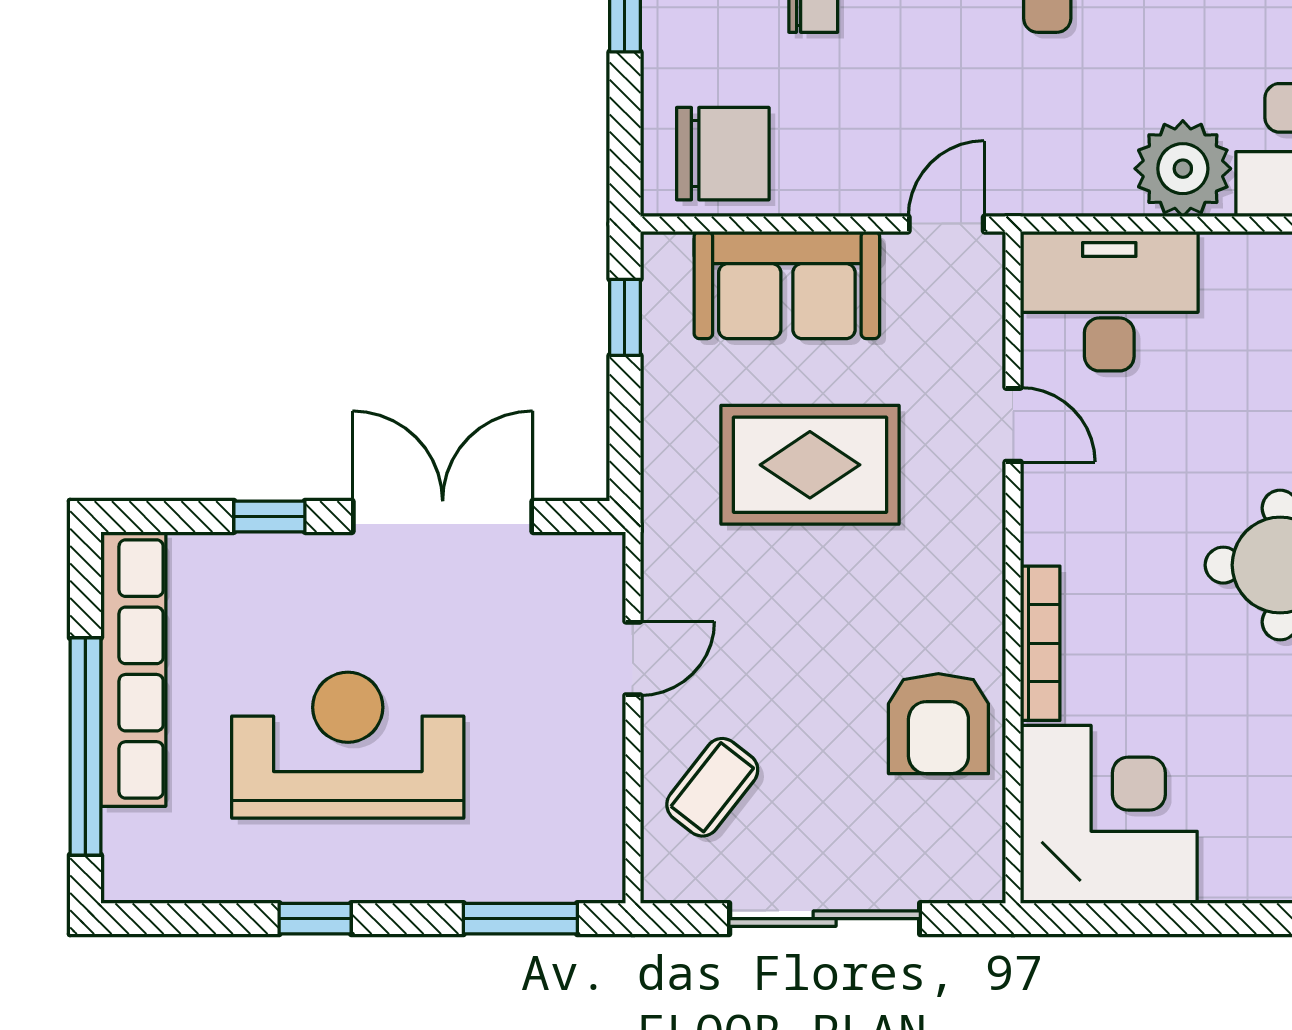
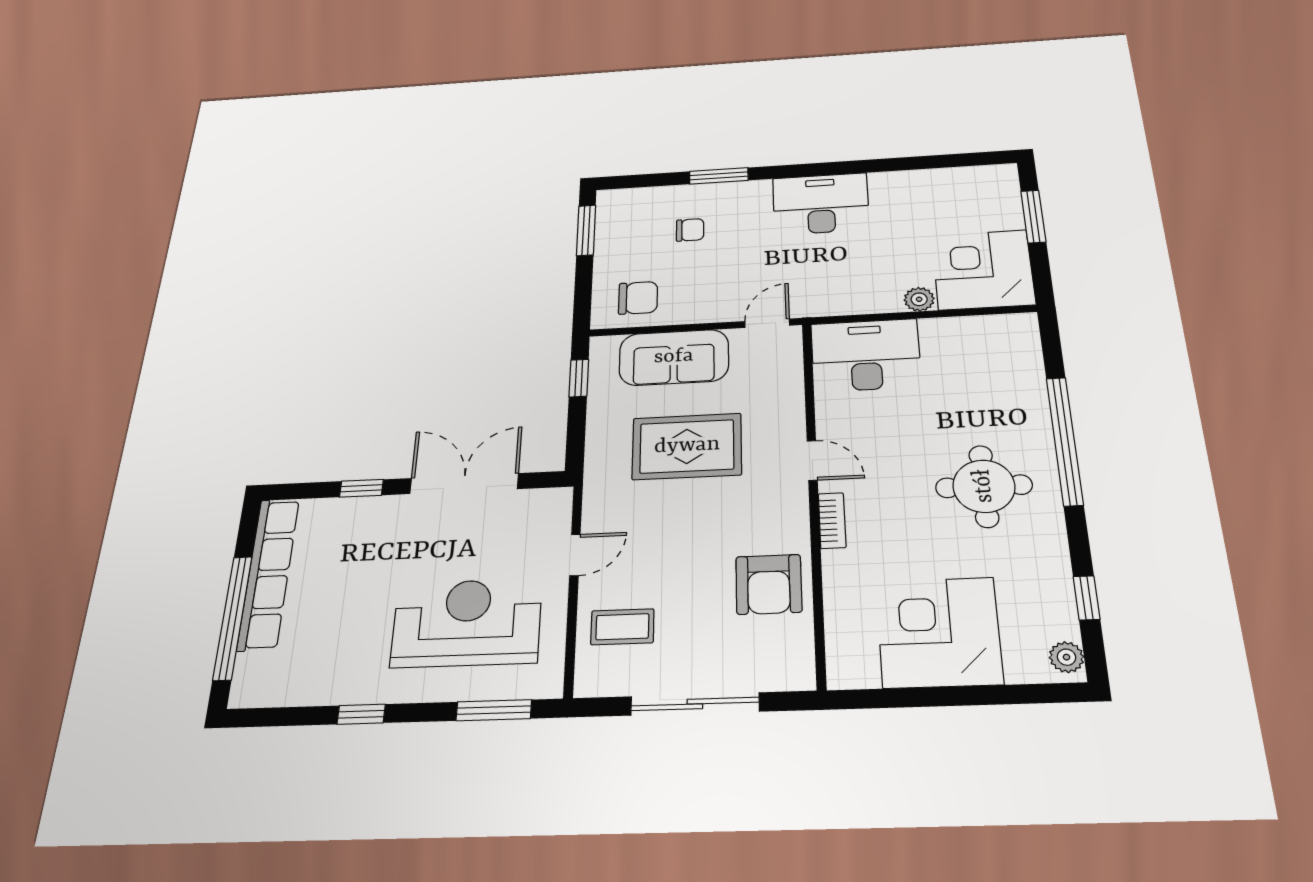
chair: (723, 154) -> (638, 298), width x0.73, depth x0.73
plant: (1183, 169) -> (919, 299), width x0.53, depth x0.53
door: (1013, 425) -> (812, 460), moved
bookcase: (1040, 643) -> (832, 521), width x0.64
reception desk: (348, 745) -> (467, 623), moved
coffee table: (712, 787) -> (622, 627), turned 52
corner desk: (1109, 814) -> (939, 632), moved, turned -90

